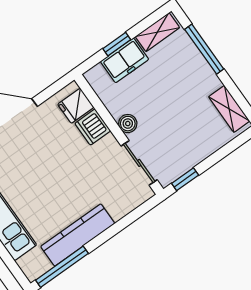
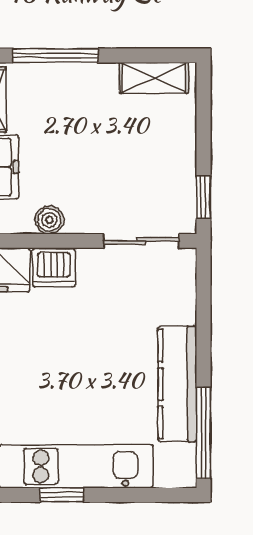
boiler: (128, 124) -> (49, 220), moved

